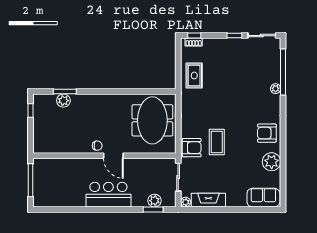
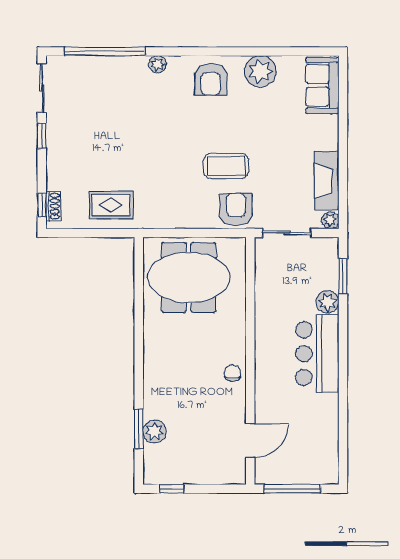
plant: (276, 89) -> (158, 64), moved
door: (113, 156) -> (250, 440), moved
plant: (155, 201) -> (327, 302), moved

